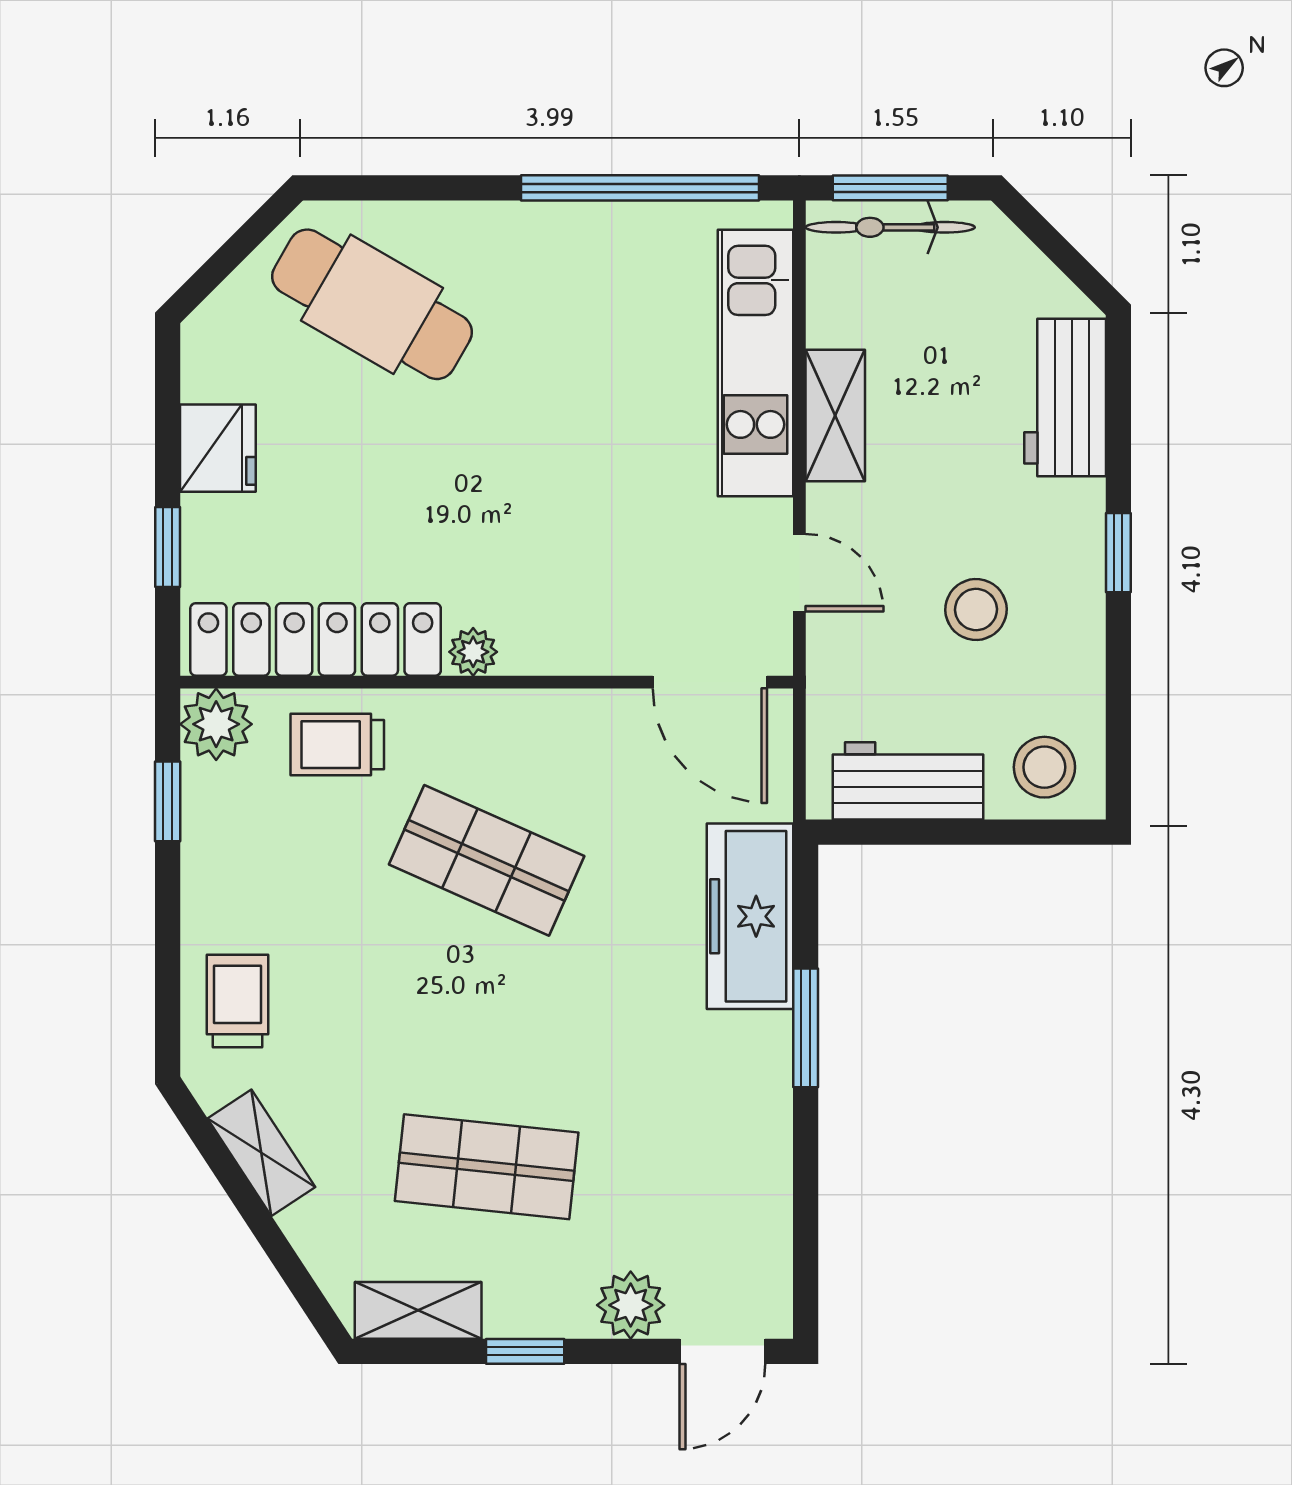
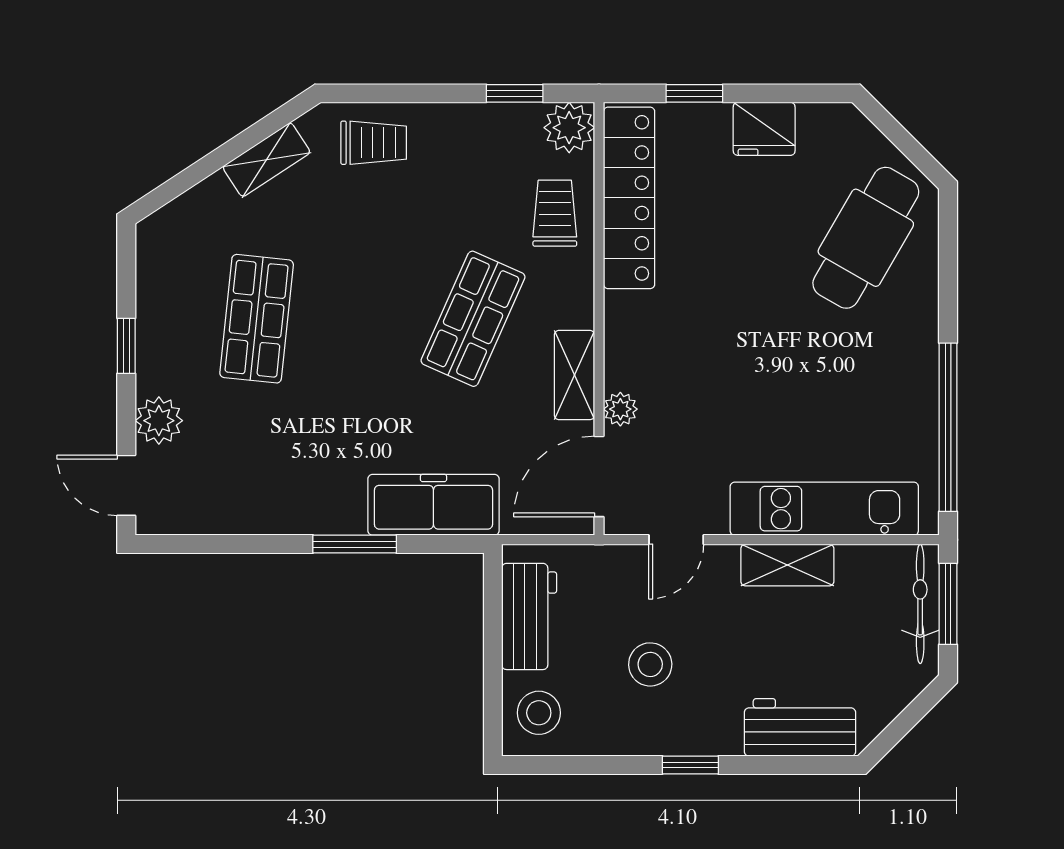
plant: (473, 652) -> (620, 409), moved
shelving: (418, 1310) -> (574, 375), moved

